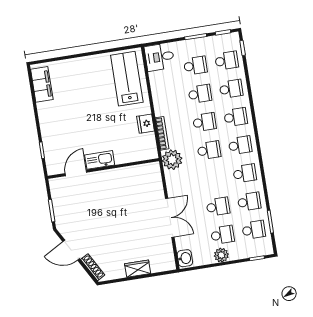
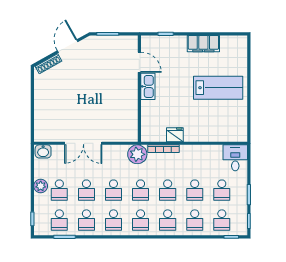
lab bench: (127, 79) -> (218, 88), moved
filing cabinet: (42, 84) -> (203, 44), moved
school desk: (213, 178) -> (113, 190), added
wardrobe: (138, 269) -> (40, 106), removed

